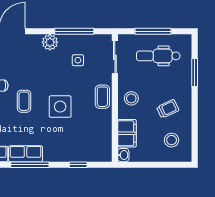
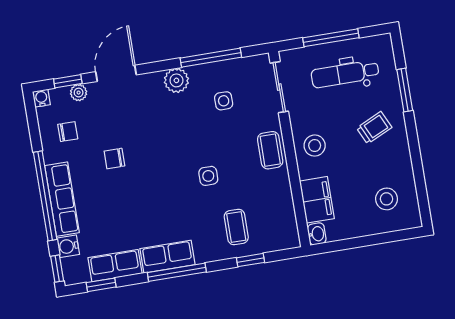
coffee table: (24, 101) -> (236, 227), moved
side table: (60, 107) -> (208, 176), width x0.54, depth x0.54
trolley: (168, 109) -> (374, 128), moved

